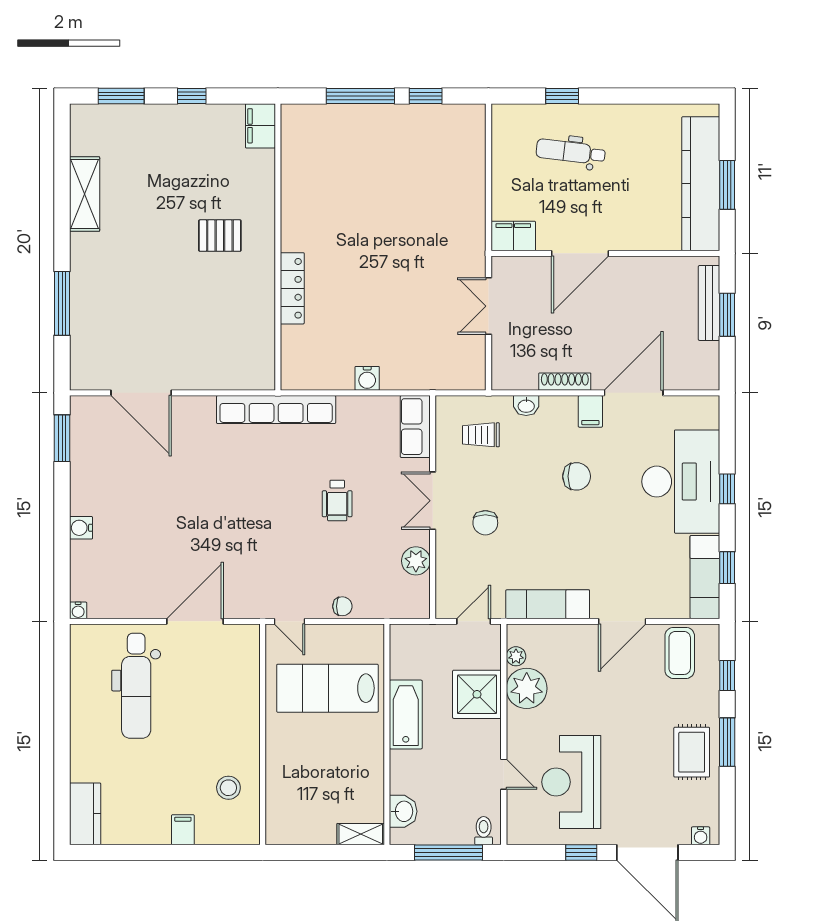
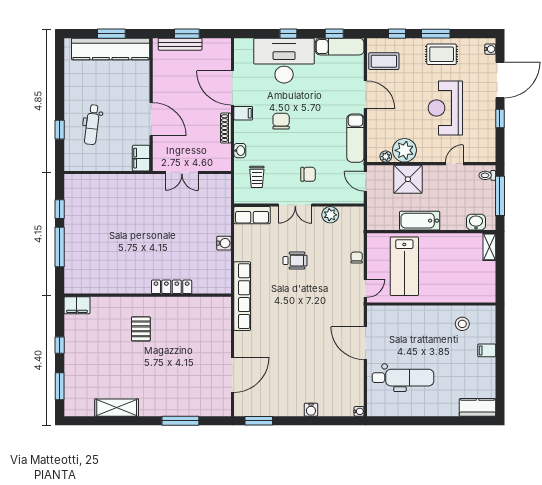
reception desk: (571, 782) -> (445, 108), moved, turned 90

